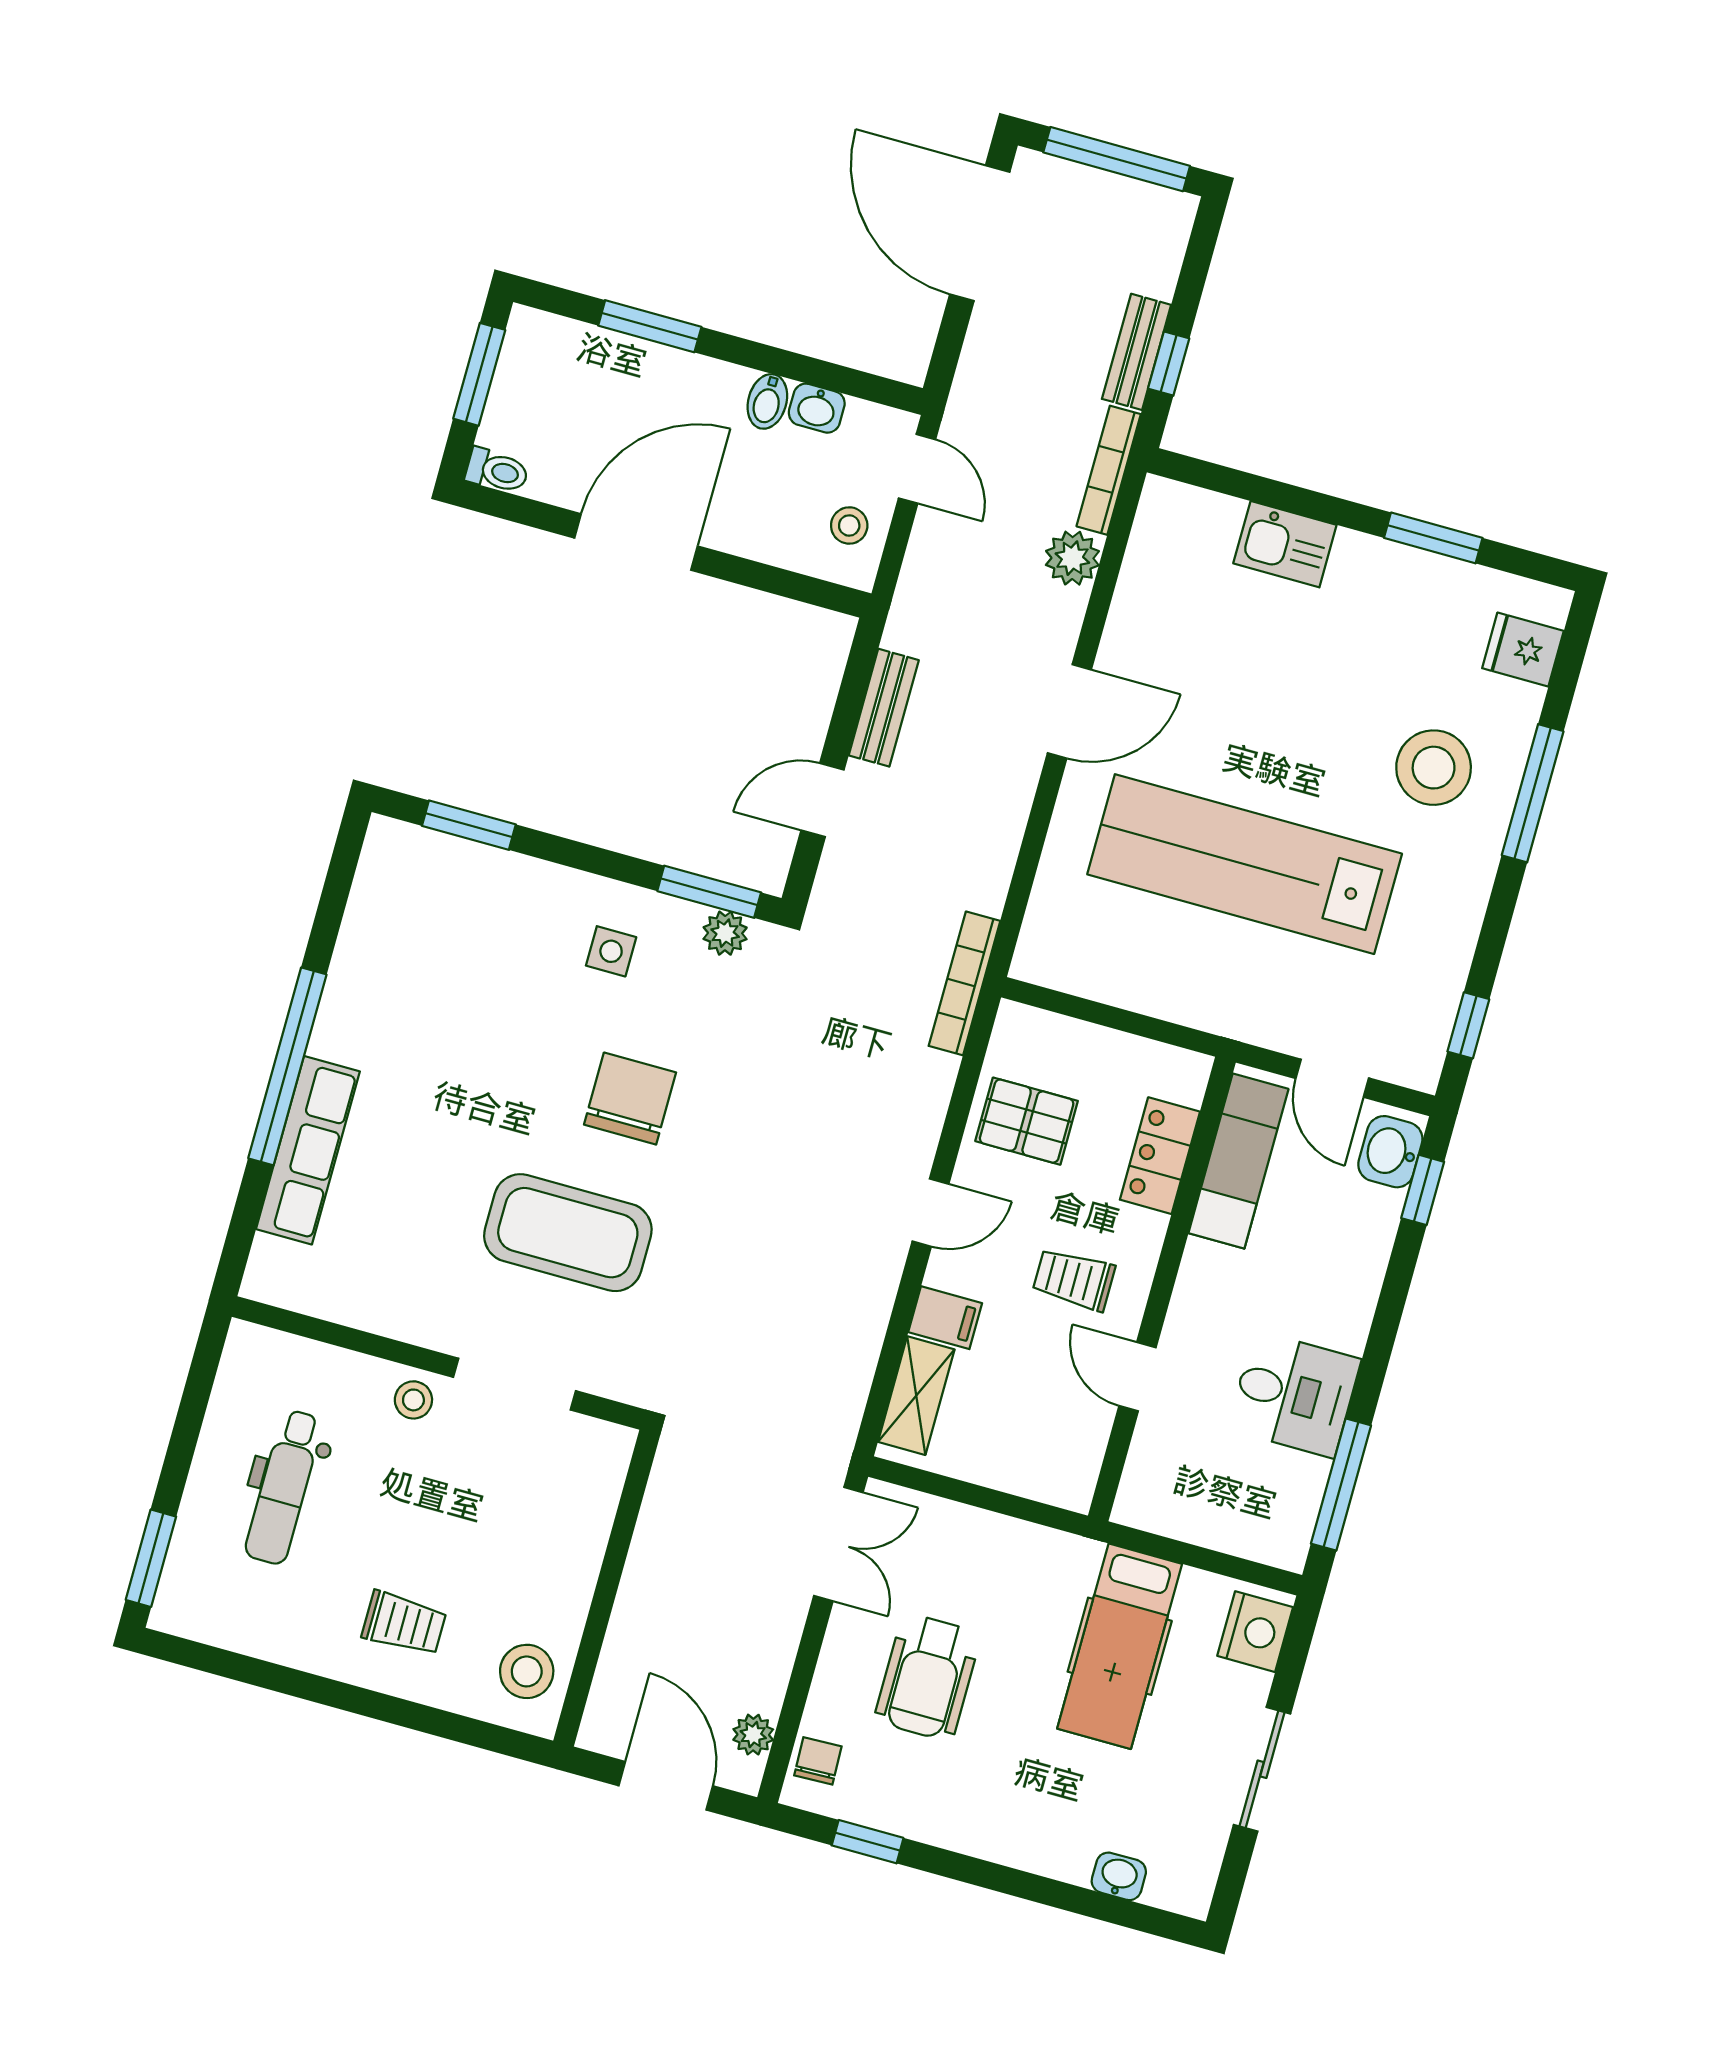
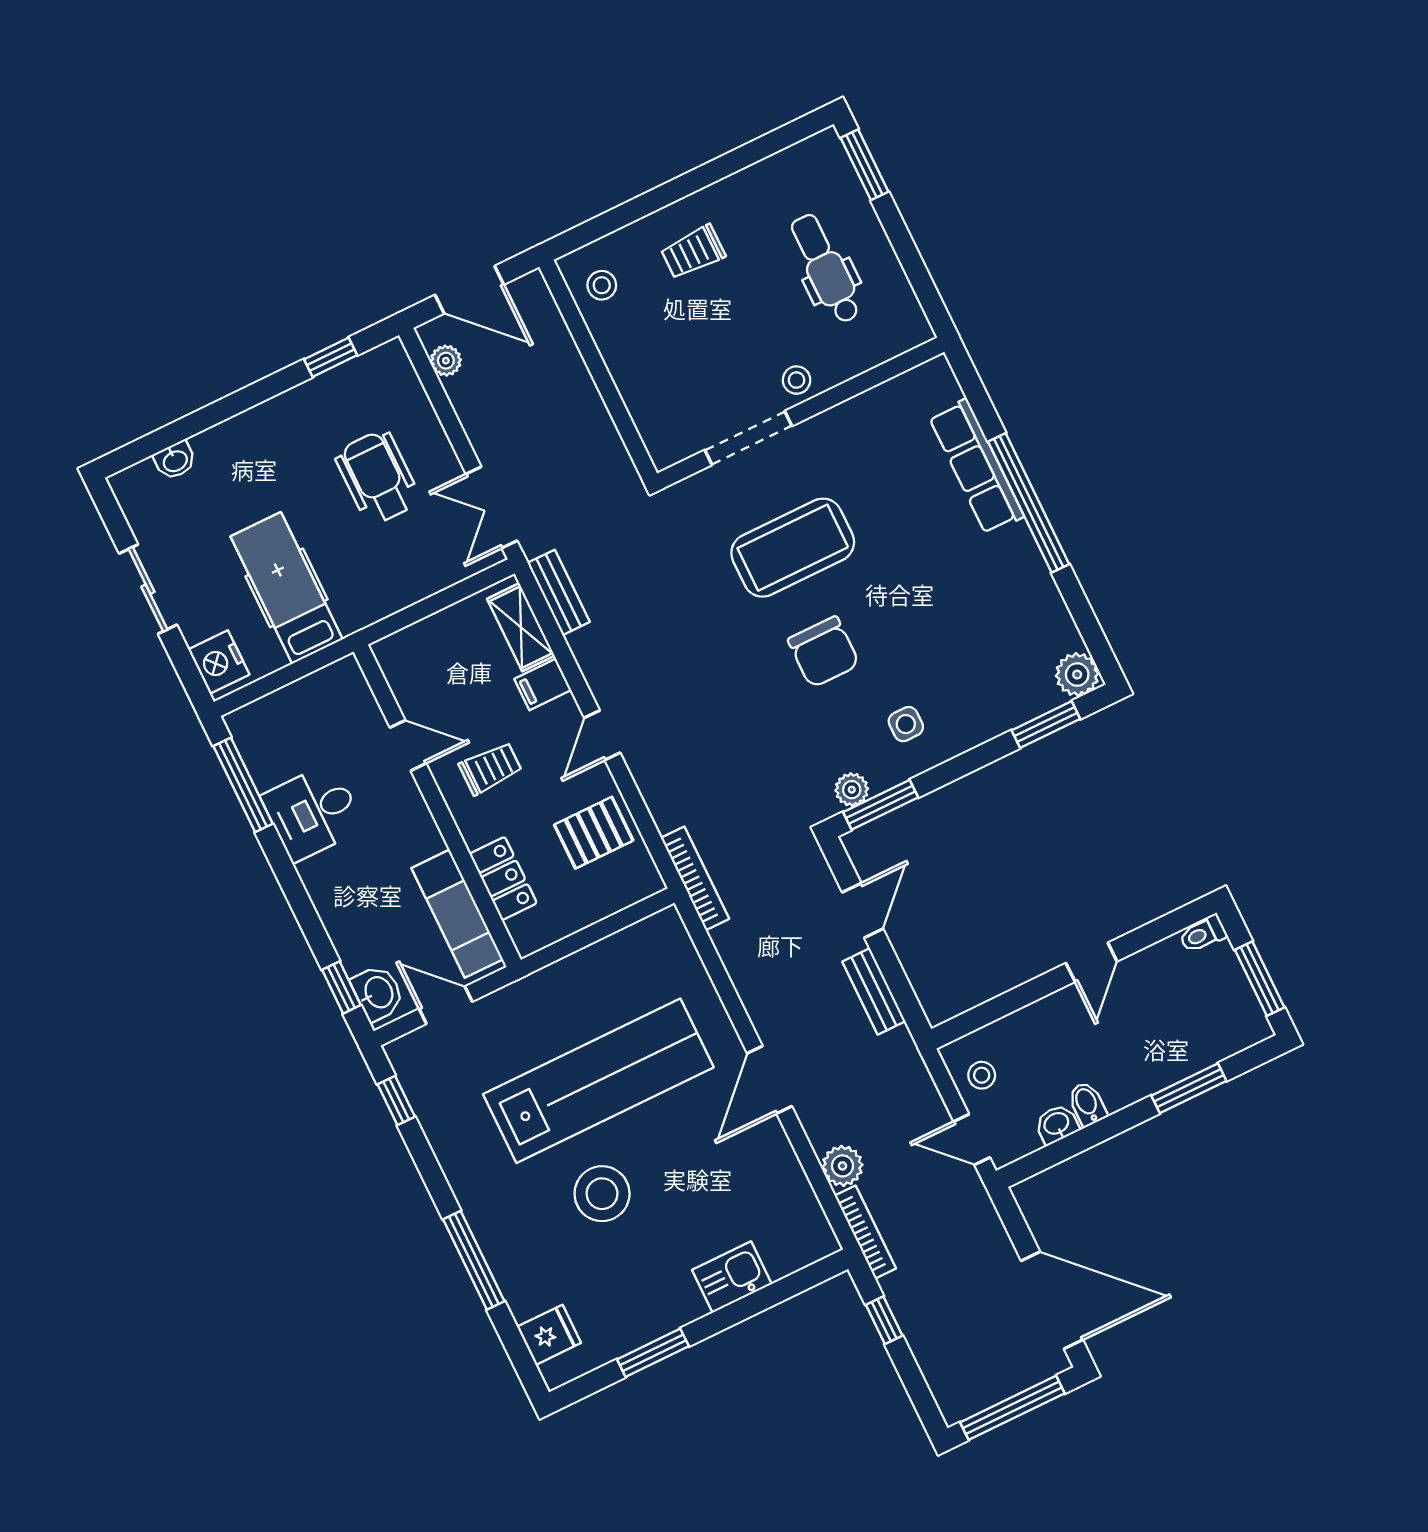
bench: (1137, 352) -> (559, 592), moved
door: (636, 542) -> (1091, 962), width x0.53
stool: (1434, 768) -> (602, 1194), moved
plant: (392, 848) -> (1077, 675), added
stool: (527, 1671) -> (602, 285), width x0.73, depth x0.73
chair: (818, 1761) -> (397, 378), removed

